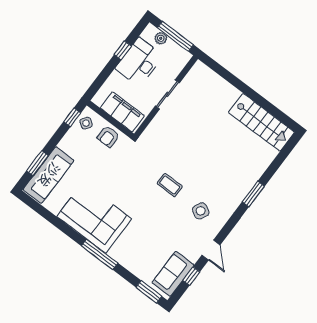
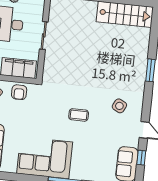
coffee table: (170, 185) -> (79, 115), moved

